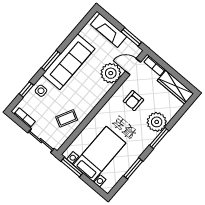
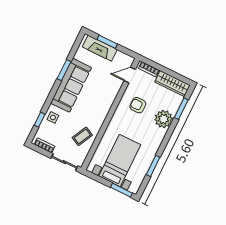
window: (131, 37) -> (107, 42), moved
window: (51, 61) -> (64, 70), moved
plant: (111, 73) -> (111, 86), removed
armchair: (133, 101) -> (138, 105), turned 90
window: (159, 138) -> (181, 109), moved
window: (72, 167) -> (121, 190), moved

